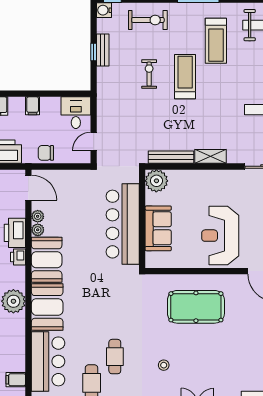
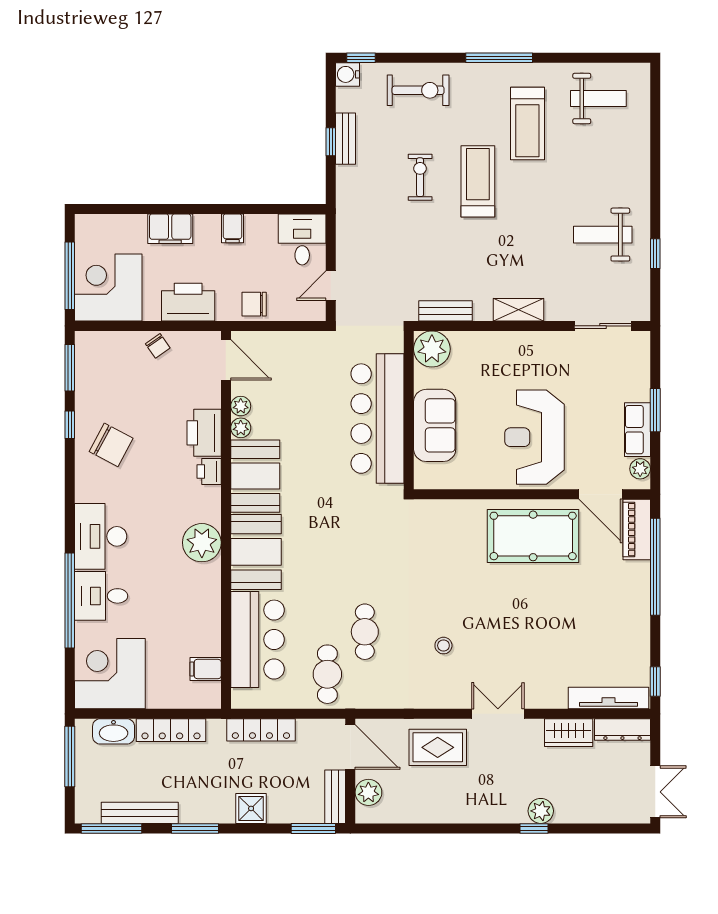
bench: (171, 157) -> (445, 311), width x0.73
pool table: (196, 307) -> (533, 536), moved

